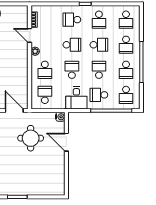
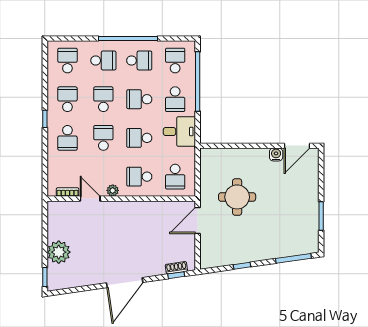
school desk: (99, 20) -> (67, 99), turned -90
school desk: (126, 20) -> (67, 60), turned -90
door: (29, 35) -> (90, 199), swing flipped
school desk: (45, 70) -> (139, 177), turned 180
school desk: (45, 95) -> (175, 177), turned -90
school desk: (126, 95) -> (175, 60), turned -90
water cooler: (60, 117) -> (276, 154), moved
door: (66, 142) -> (297, 146), moved

